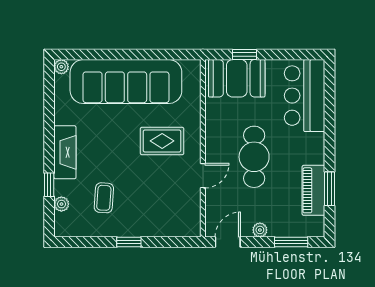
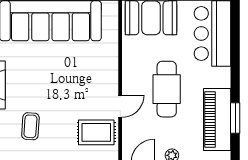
rug: (162, 141) -> (96, 132), moved
piano: (313, 190) -> (217, 119), width x1.37, depth x1.33

